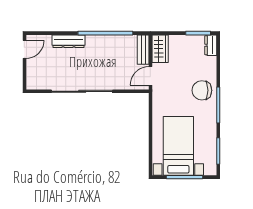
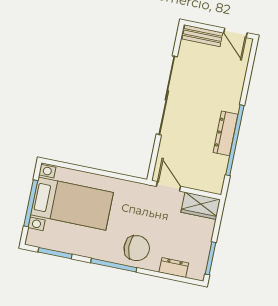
dresser: (69, 41) -> (226, 133), moved
dresser: (211, 45) -> (174, 268), moved
bench: (143, 50) -> (202, 36), moved
chair: (202, 90) -> (137, 248), turned 88

